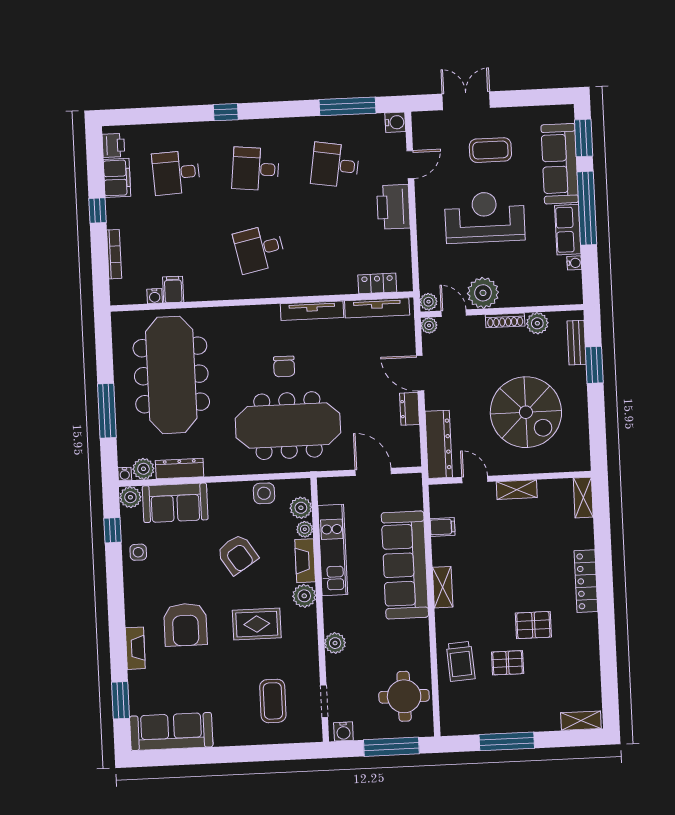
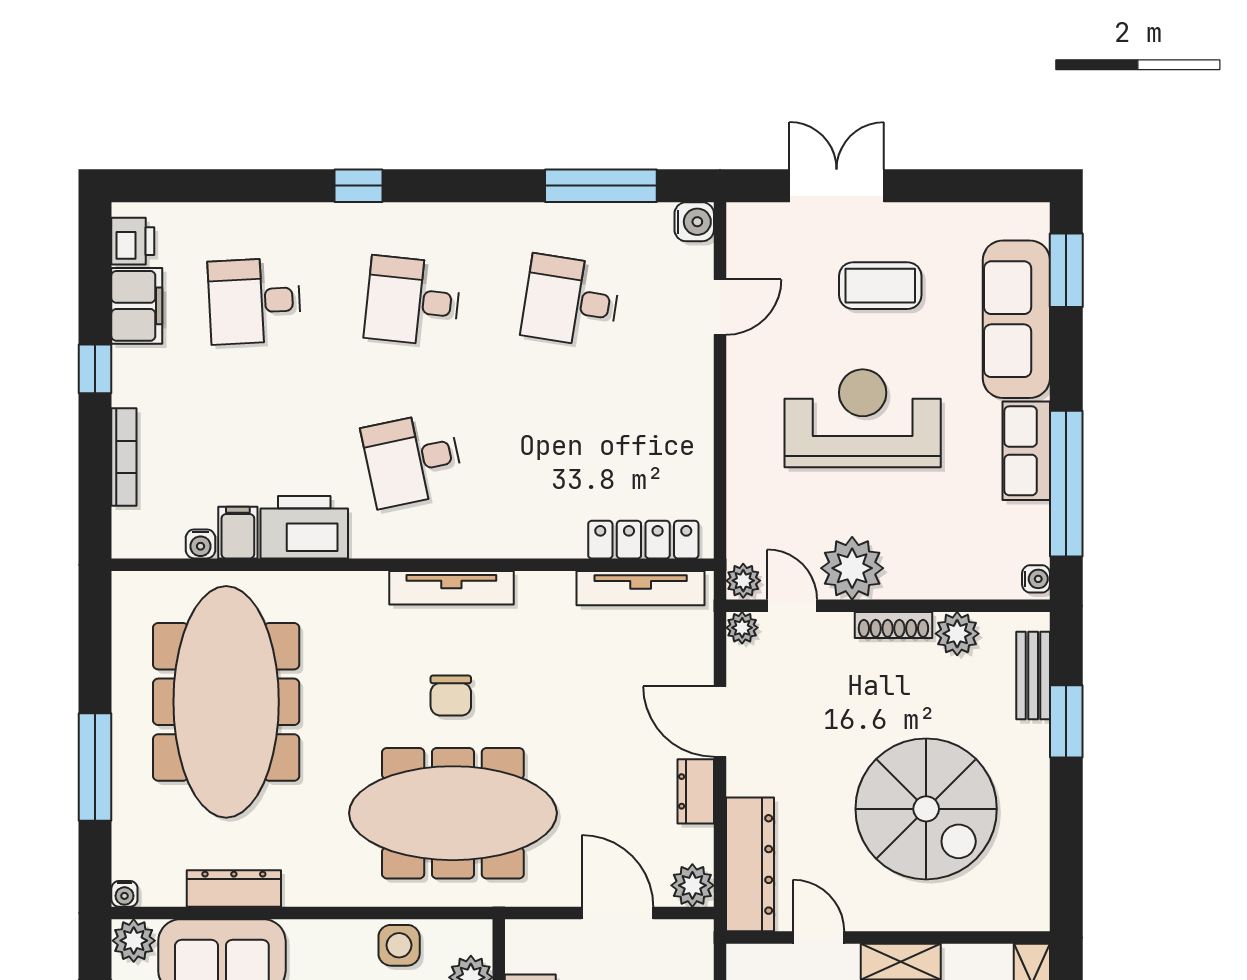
printer: (393, 207) -> (304, 527), moved, turned 90
window: (587, 208) -> (1066, 484), moved
water cooler: (574, 263) -> (1036, 579), moved
locker: (377, 283) -> (643, 540), width x1.53
tv unit: (312, 311) -> (451, 588), moved
plant: (143, 469) -> (692, 885), moved

